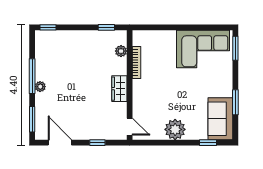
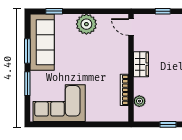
window: (106, 27) -> (168, 124), moved
window: (235, 48) -> (27, 84), moved
sofa: (220, 119) -> (42, 42), width x1.36

